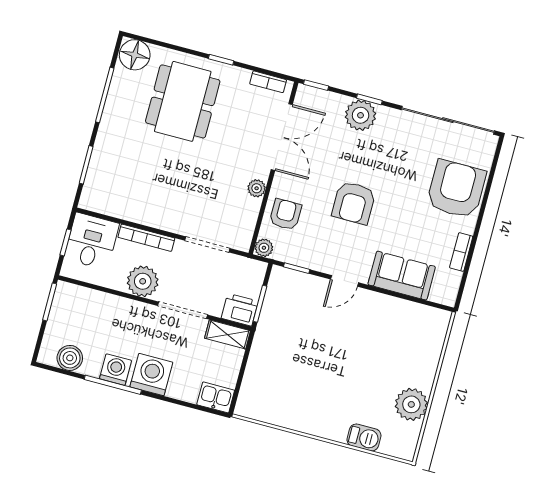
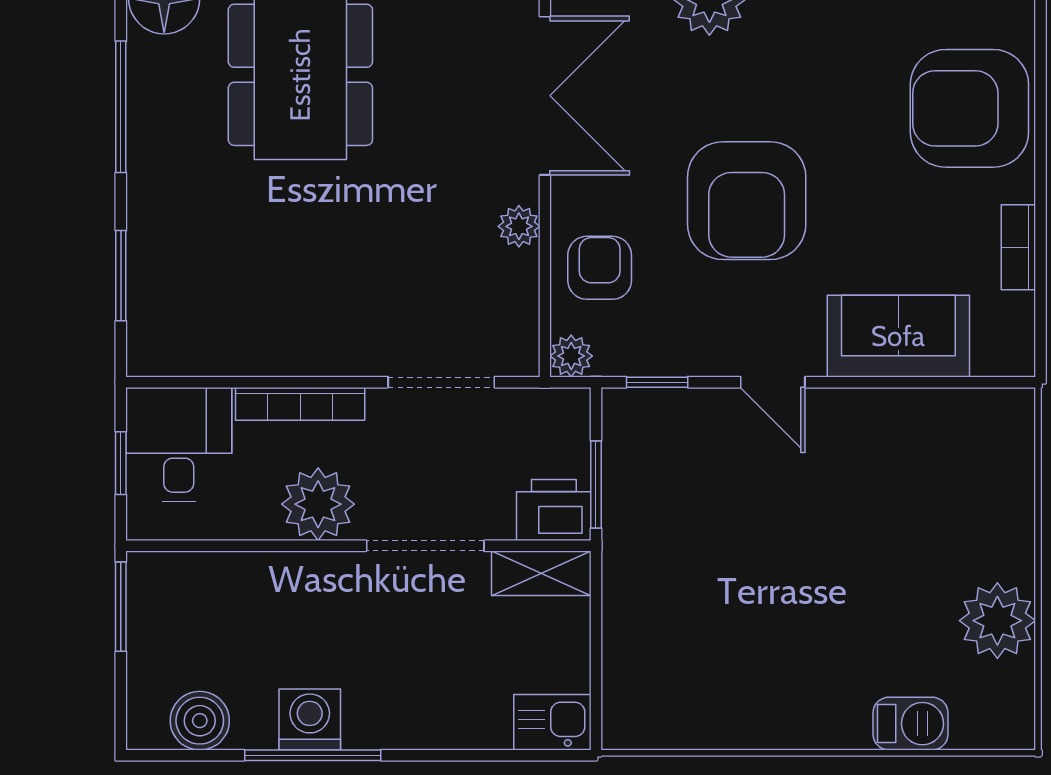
armchair: (456, 189) -> (969, 108), turned -90
armchair: (354, 203) -> (747, 201), width x1.36, depth x1.36
door: (345, 281) -> (773, 382), hinge flipped
washing machine: (151, 375) -> (394, 709), removed

